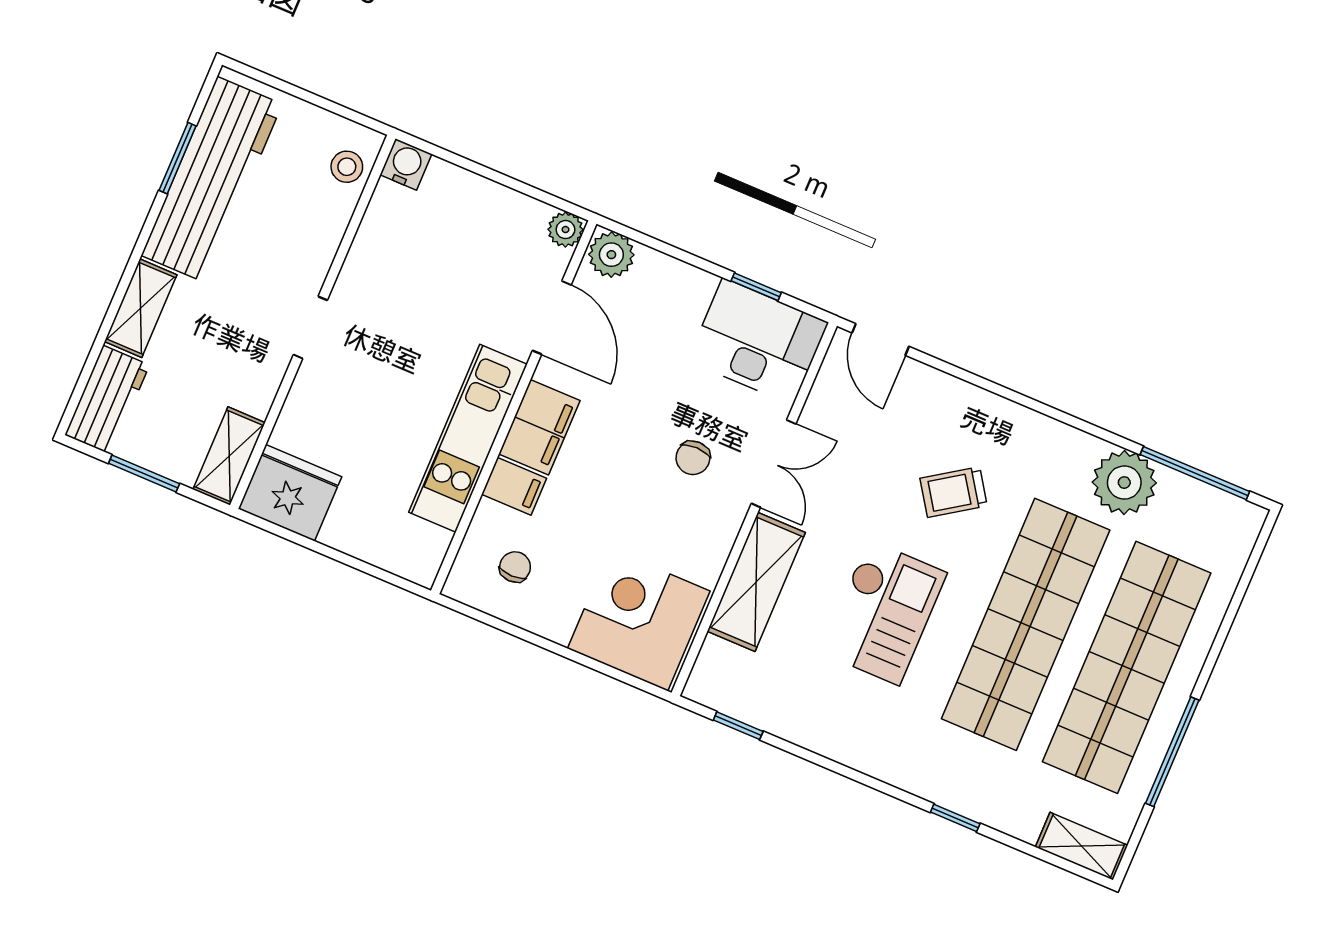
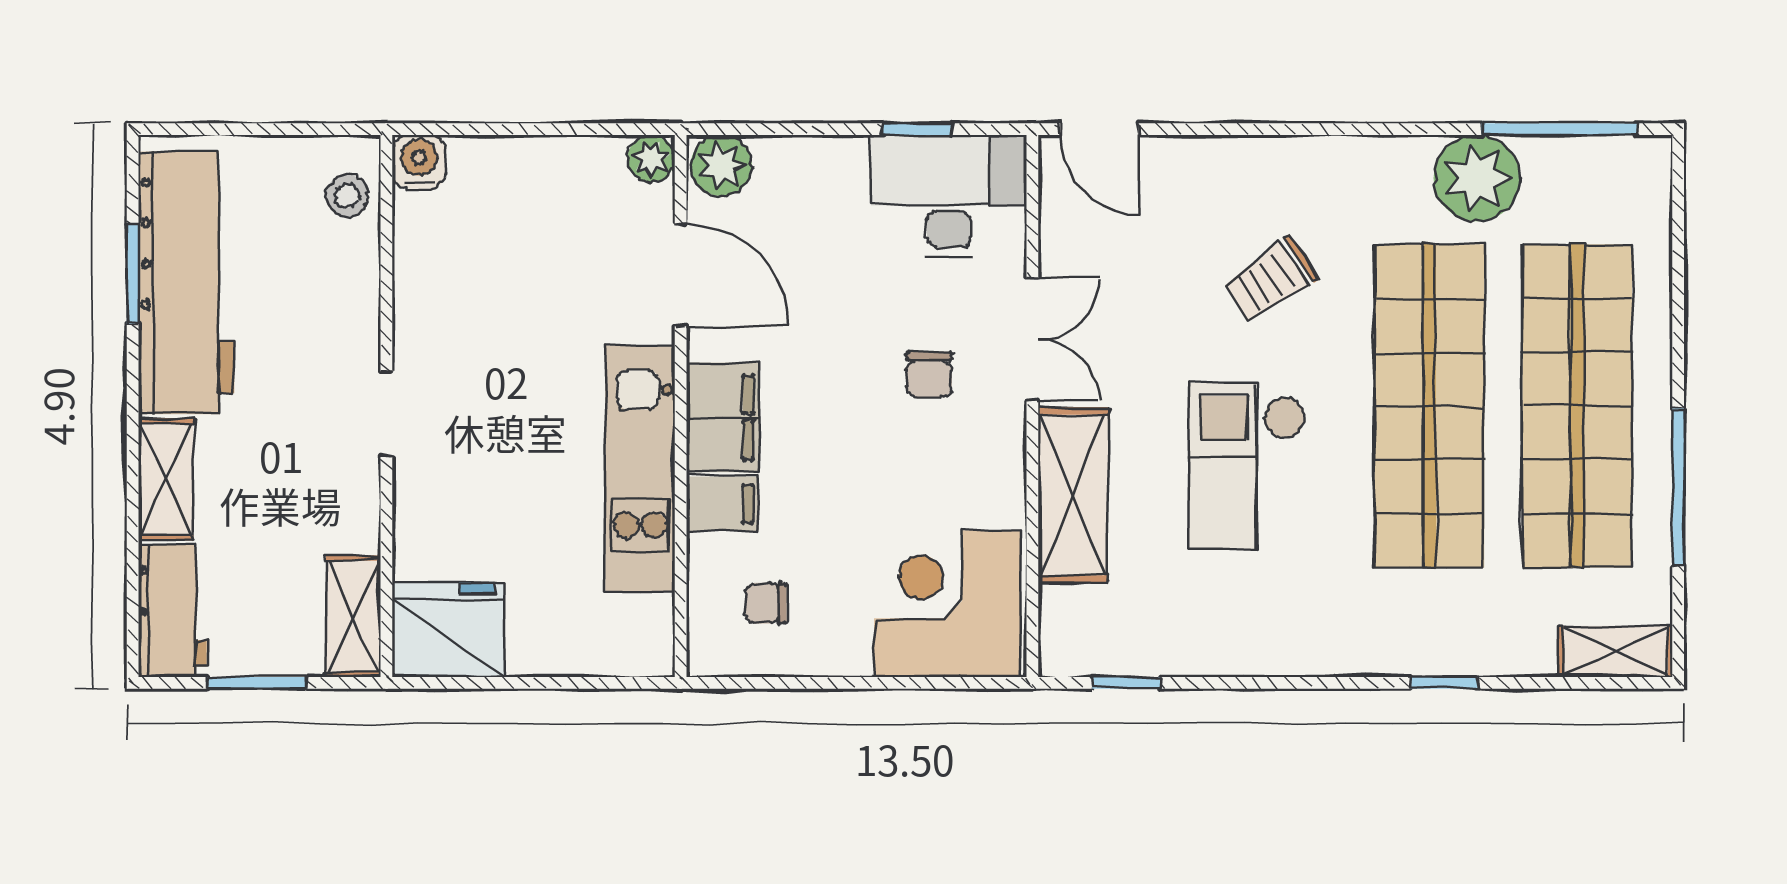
chair: (515, 567) -> (766, 603), turned -90
checkout: (884, 612) -> (1247, 466), turned 180

